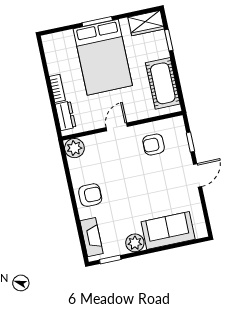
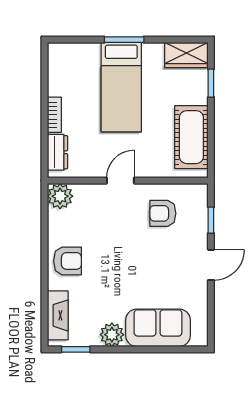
bed: (103, 57) -> (121, 87), width x0.67

